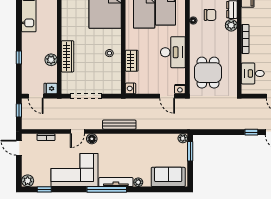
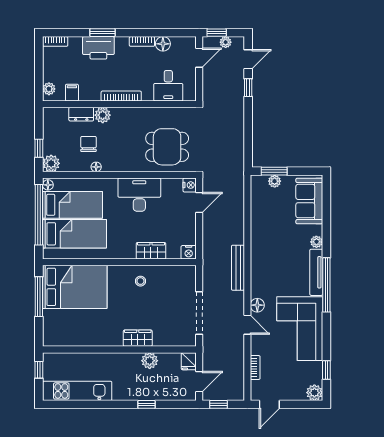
wardrobe: (68, 56) -> (138, 338), width x0.67
plant: (183, 138) -> (275, 181), moved

